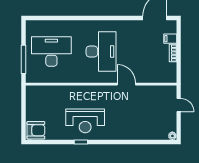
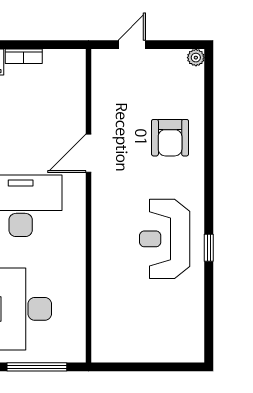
reception desk: (85, 121) -> (165, 239), turned 180
armchair: (36, 130) -> (170, 138), moved, turned 180

